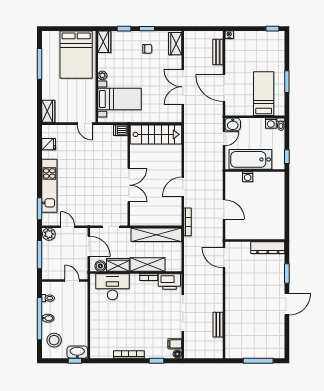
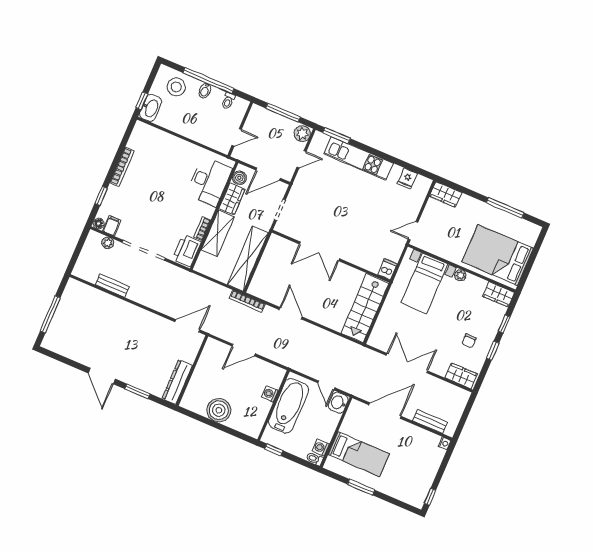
boiler: (275, 209) -> (219, 410), added
plant: (188, 341) -> (108, 243), added

